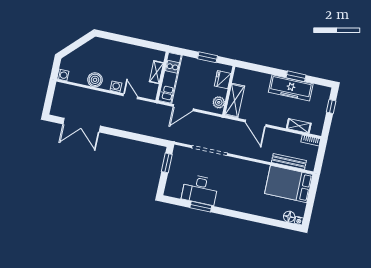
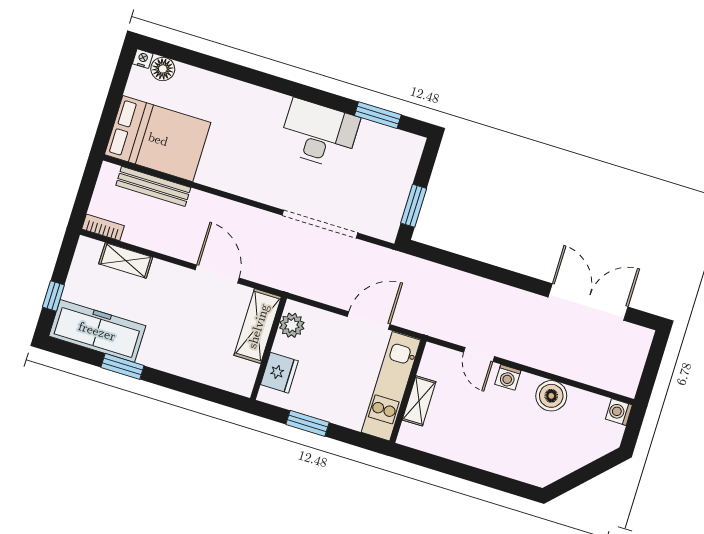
freezer: (291, 88) -> (97, 331), moved
desk: (200, 190) -> (319, 134), moved
window: (201, 207) -> (378, 115), moved

